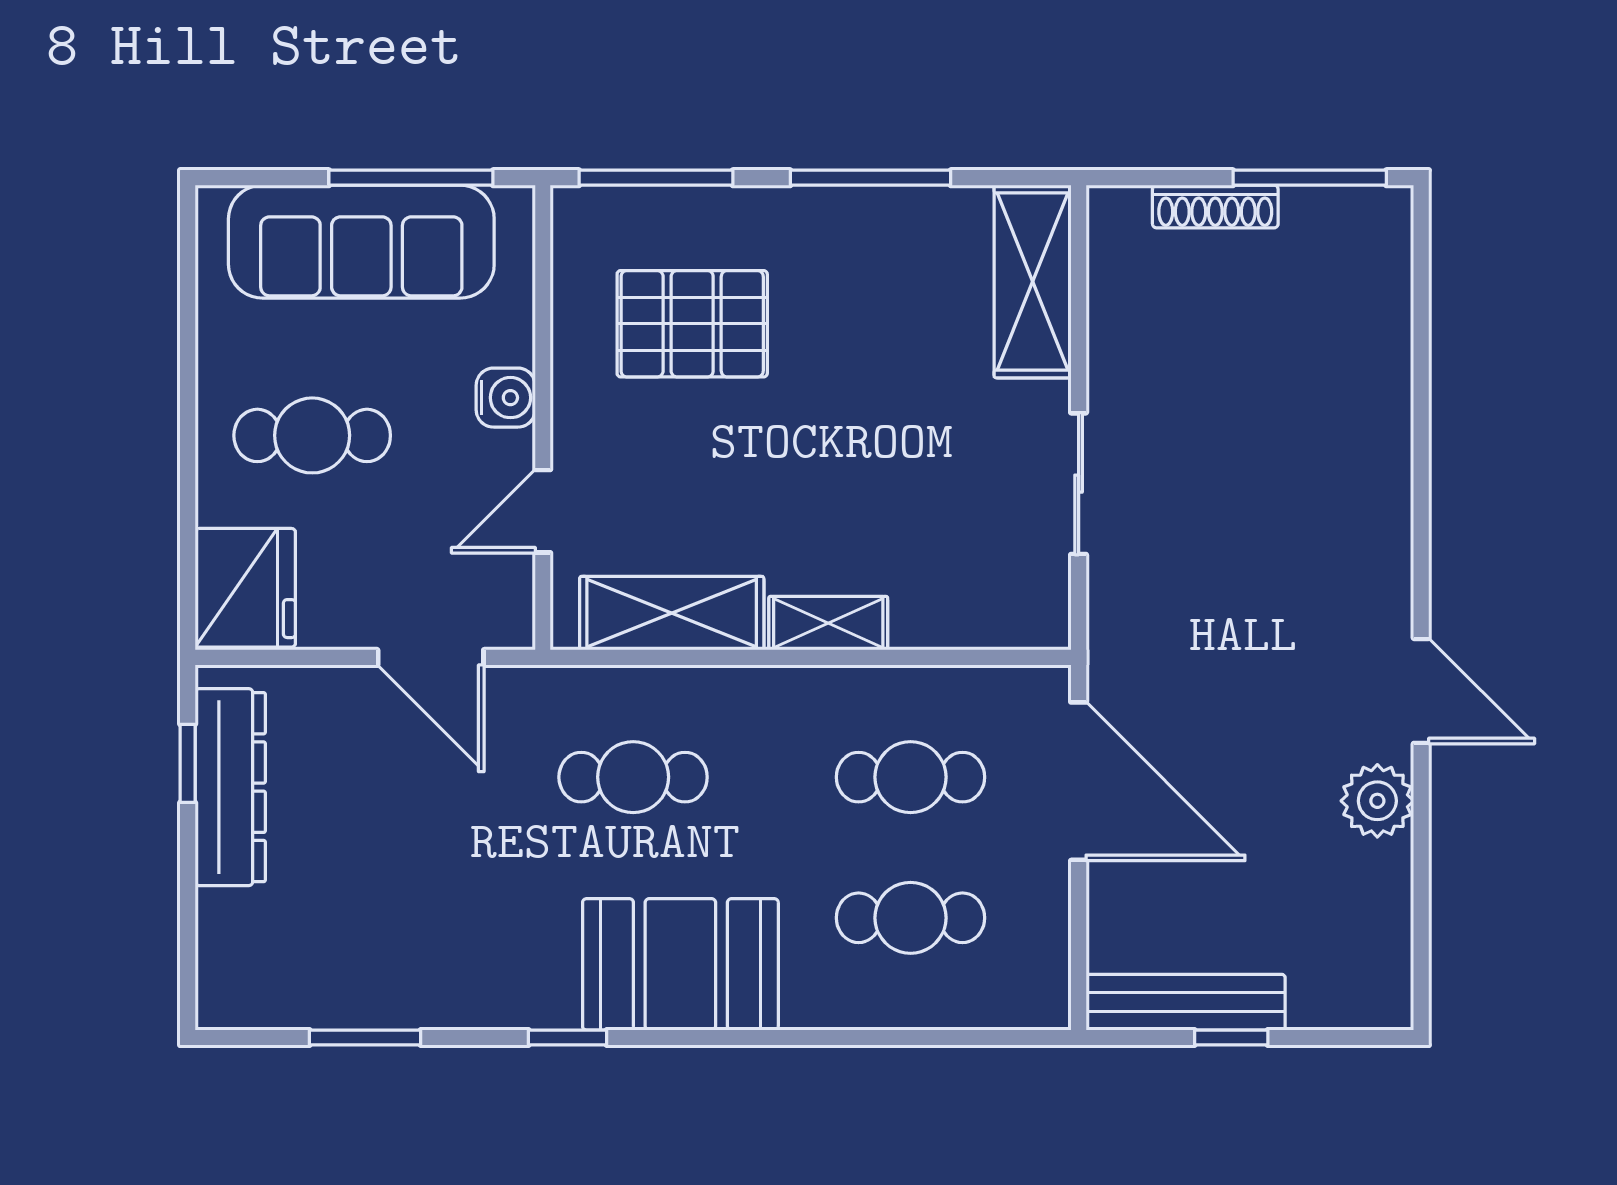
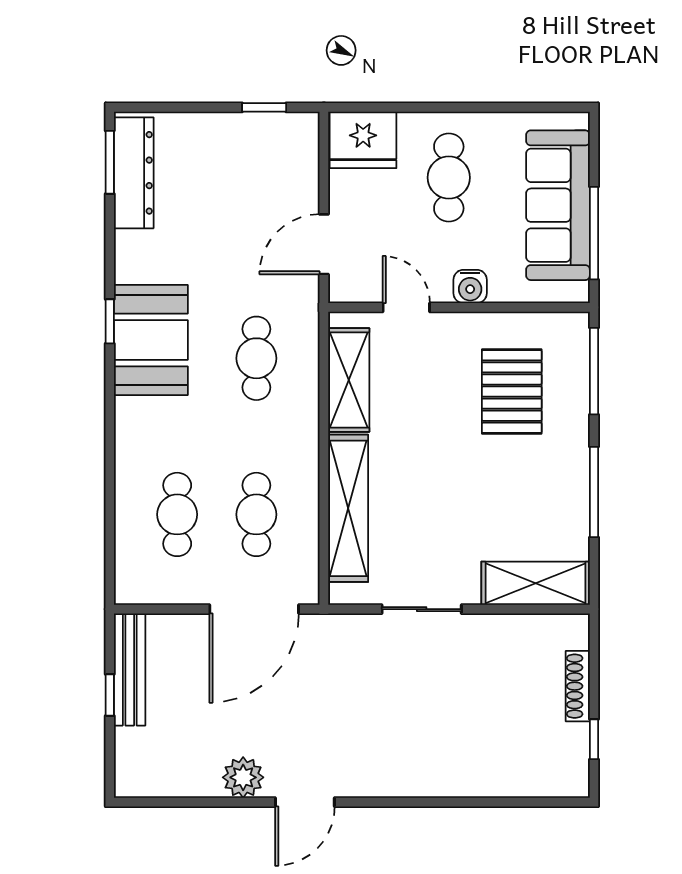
window: (1310, 178) -> (594, 739), width x0.46
shelving: (828, 623) -> (348, 508), width x2.20, depth x1.33
dresser: (230, 787) -> (134, 173), moved, turned -90
booth: (680, 964) -> (151, 340), moved
window: (365, 1038) -> (110, 162), moved

